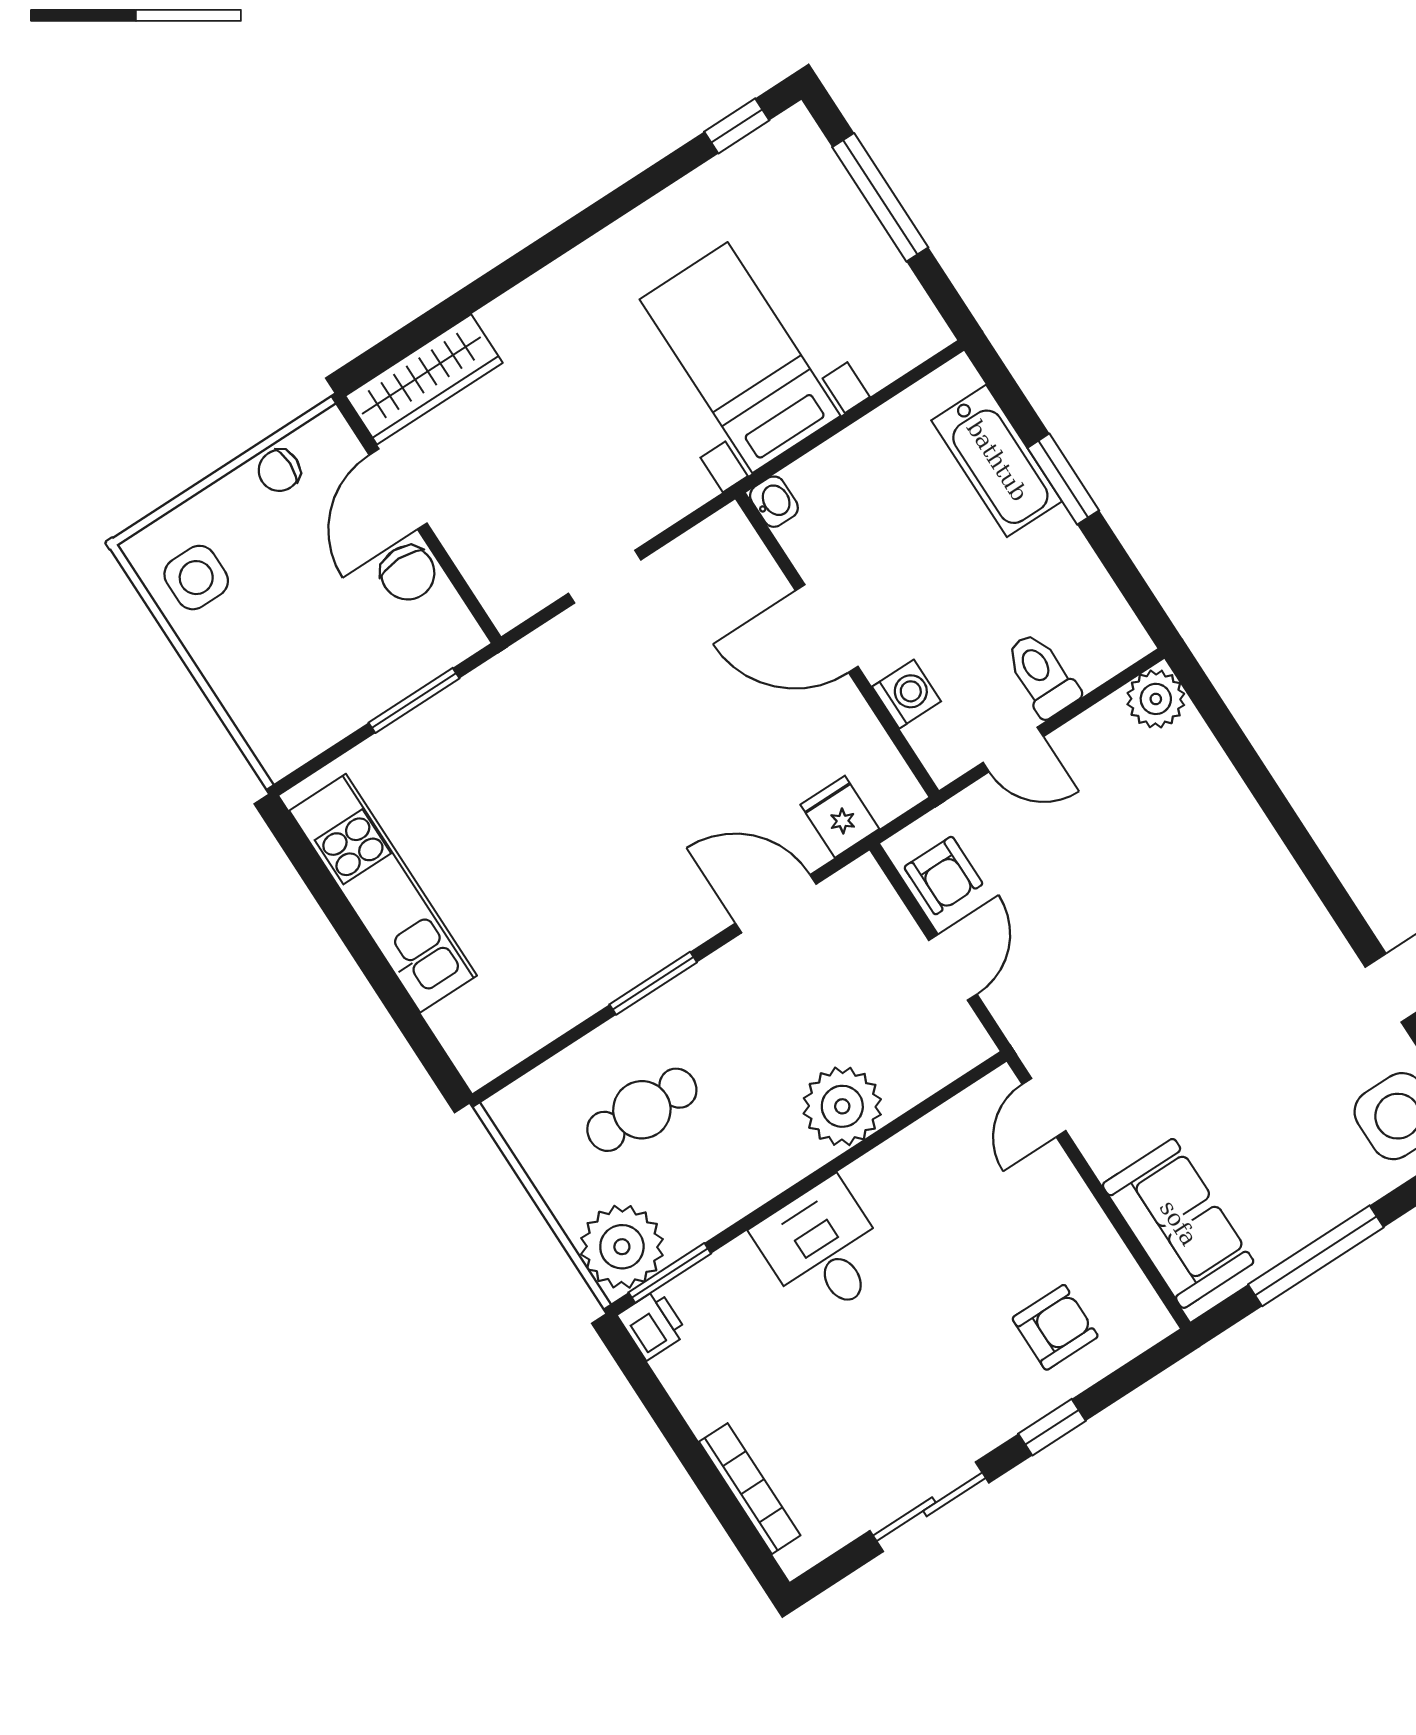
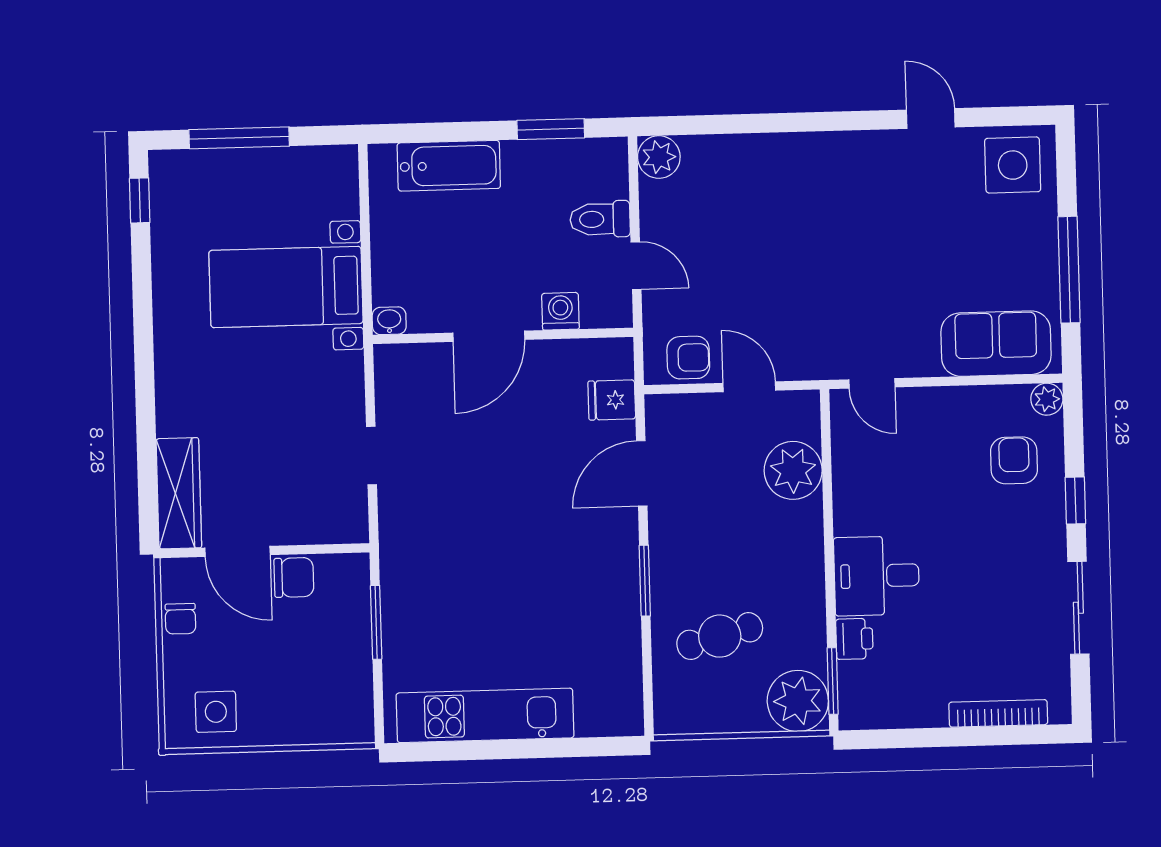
window: (1063, 479) -> (551, 129), moved
door: (1013, 749) -> (636, 266), hinge flipped
plant: (842, 1106) -> (793, 470), moved
cafe table: (642, 1110) -> (720, 636), turned 73
plant: (1150, 1322) -> (1047, 399), added
printer: (652, 1324) -> (854, 639), moved, turned 90

